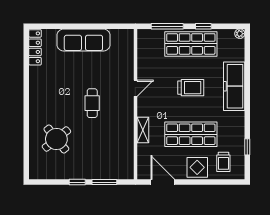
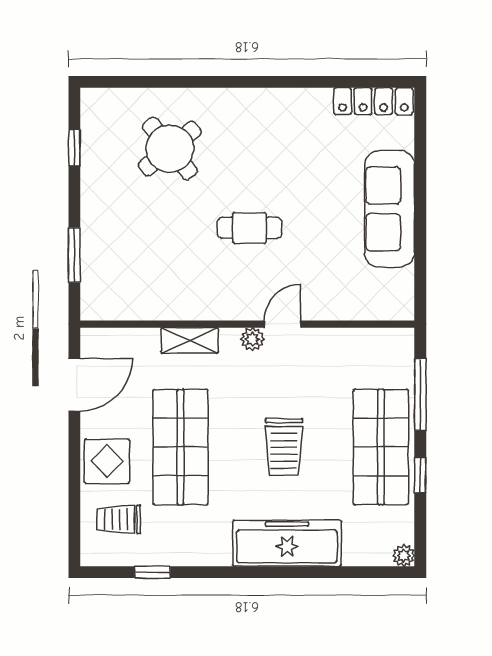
door: (135, 88) -> (282, 324), swing flipped
plant: (142, 102) -> (252, 339), added
window: (77, 182) -> (74, 148), moved

